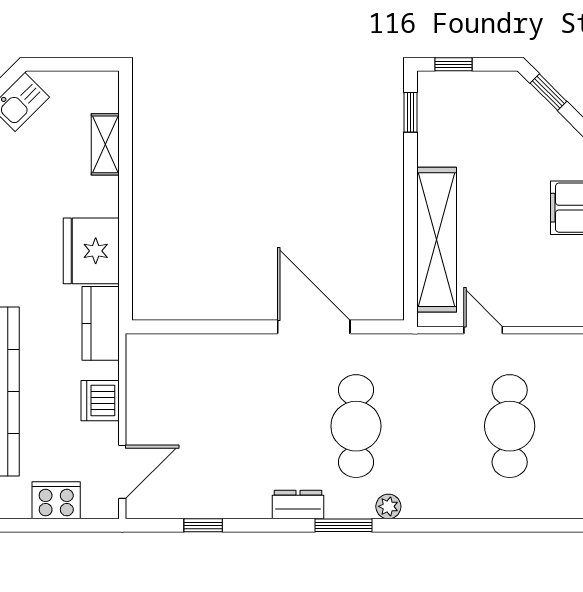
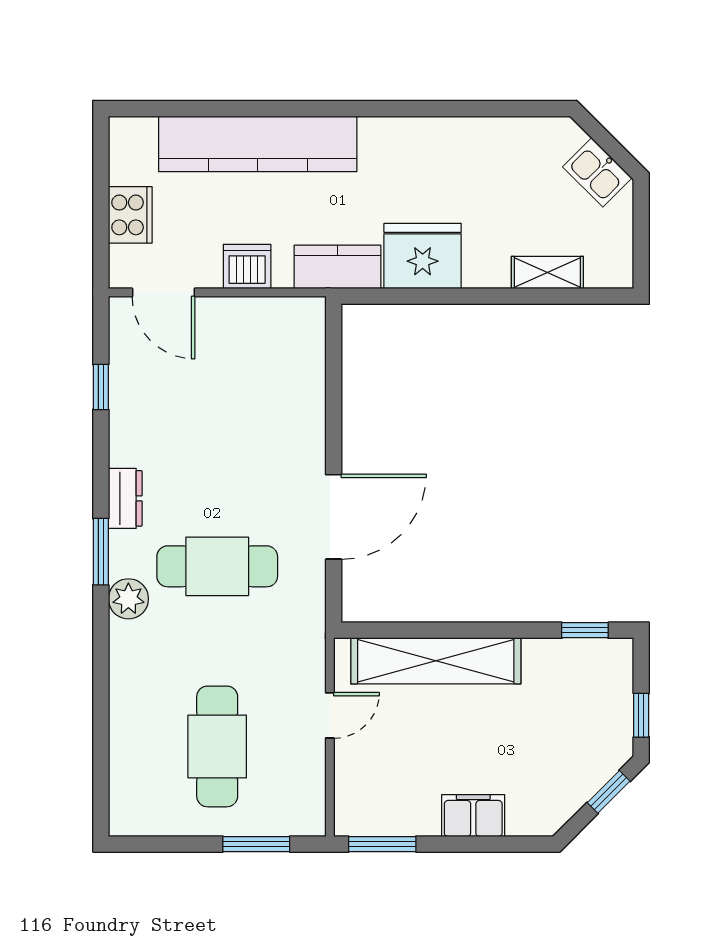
window: (454, 64) -> (641, 715), moved
cafe table: (510, 426) -> (217, 746), turned 90
plant: (388, 506) -> (128, 599), width x1.38, depth x1.38

